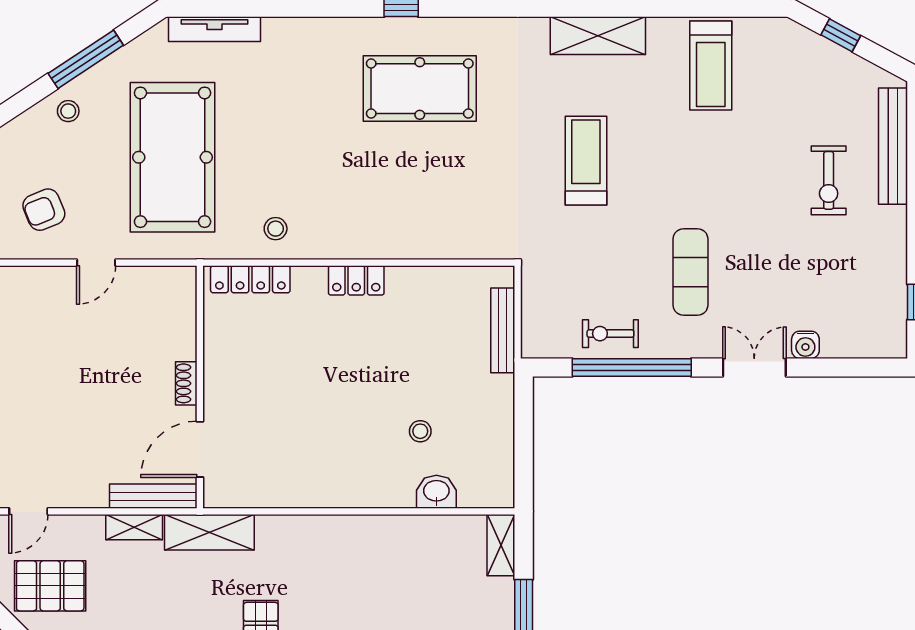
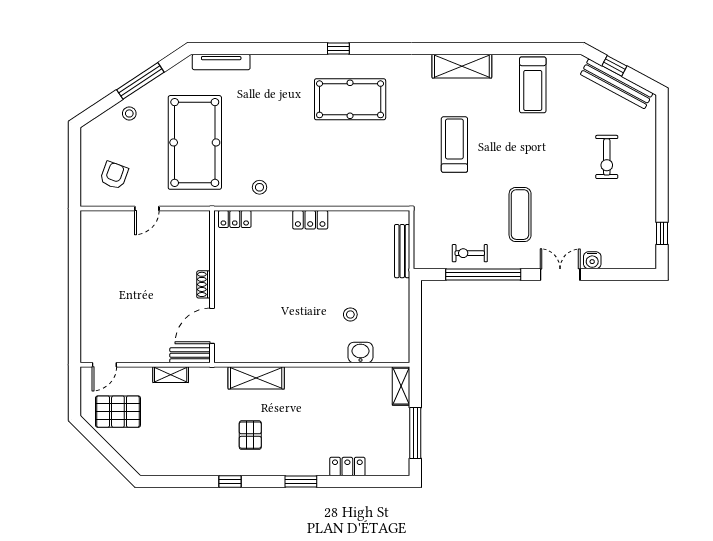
bench: (893, 146) -> (617, 84), moved, turned -62
armchair: (44, 210) -> (114, 175), turned 132
locker: (250, 279) -> (235, 219), width x0.66
bench: (153, 496) -> (190, 355), width x0.73
shelving: (209, 532) -> (256, 378), moved

